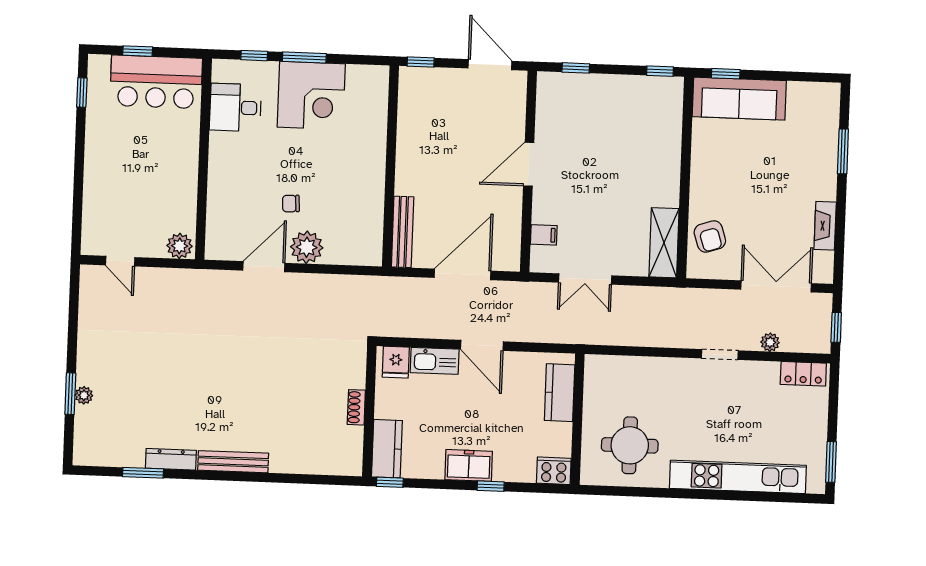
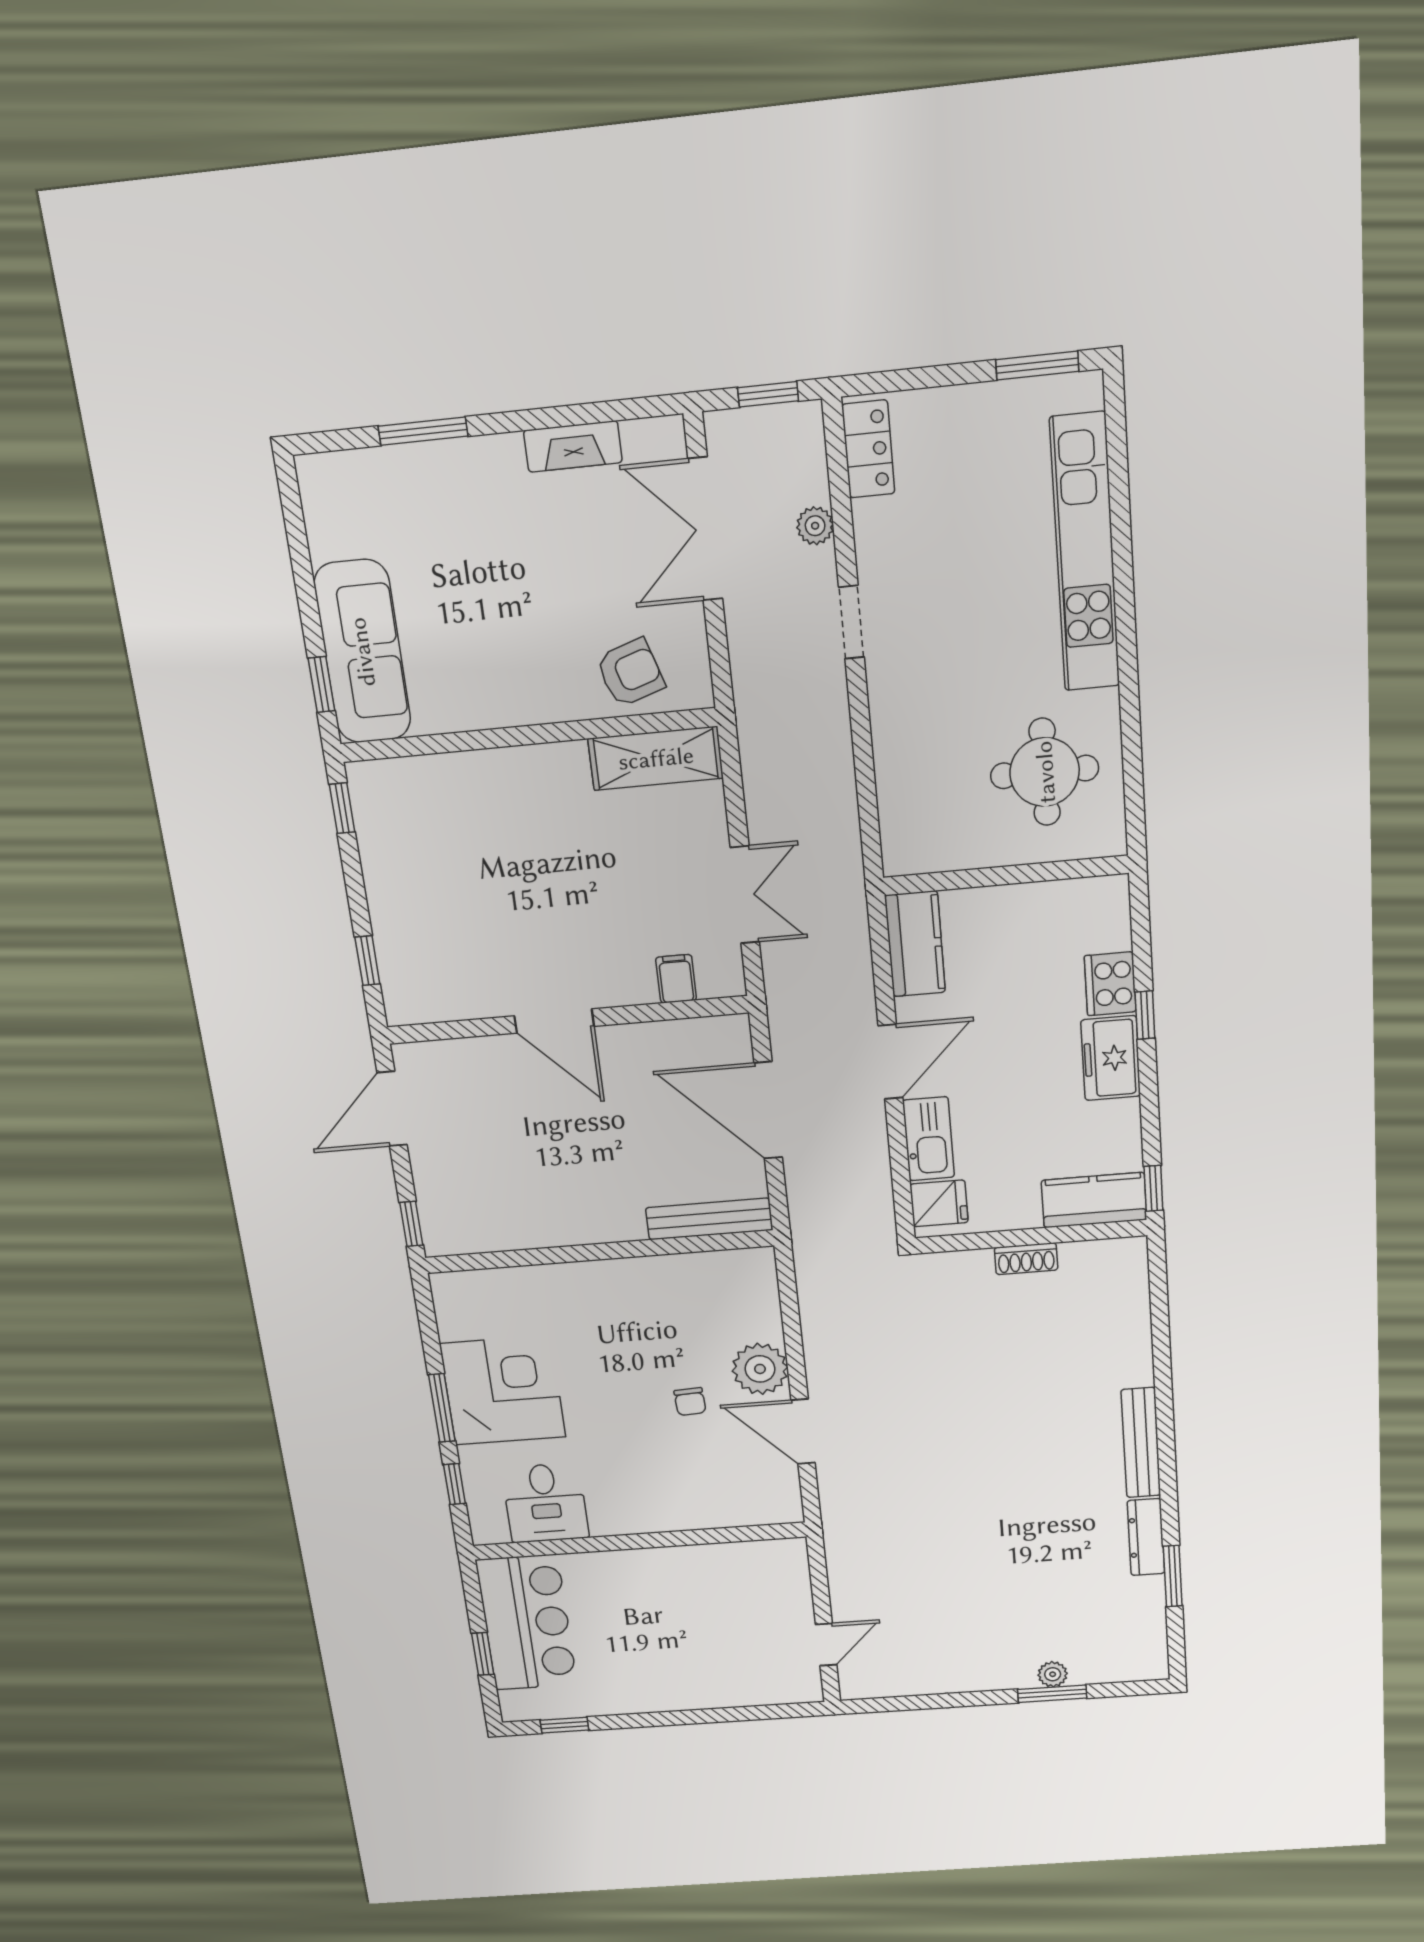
plant: (180, 246) -> (788, 1561), removed
kitchen counter: (560, 393) -> (915, 944), moved, turned -90
cooker: (554, 471) -> (1110, 984), moved

